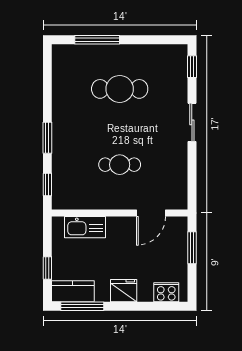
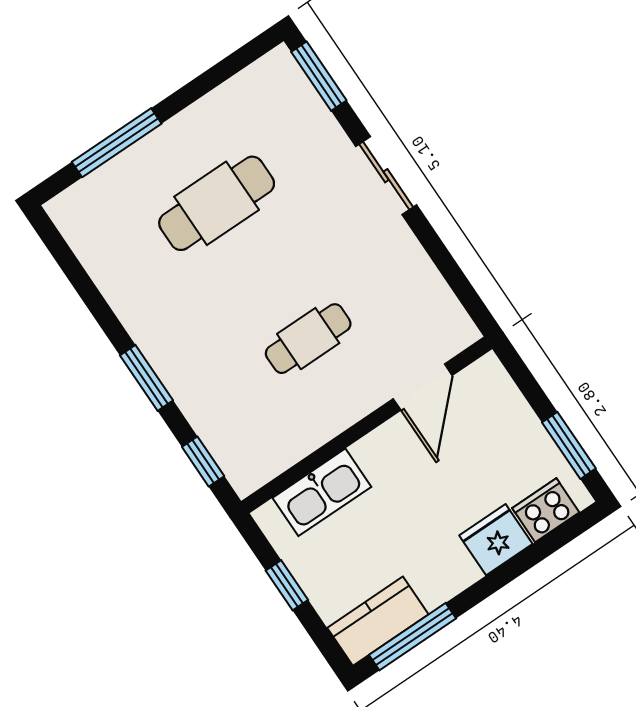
window: (192, 67) -> (319, 76), width x1.50
window: (192, 248) -> (569, 445), moved
window: (47, 268) -> (287, 585), moved
fridge: (124, 291) -> (496, 540), moved

